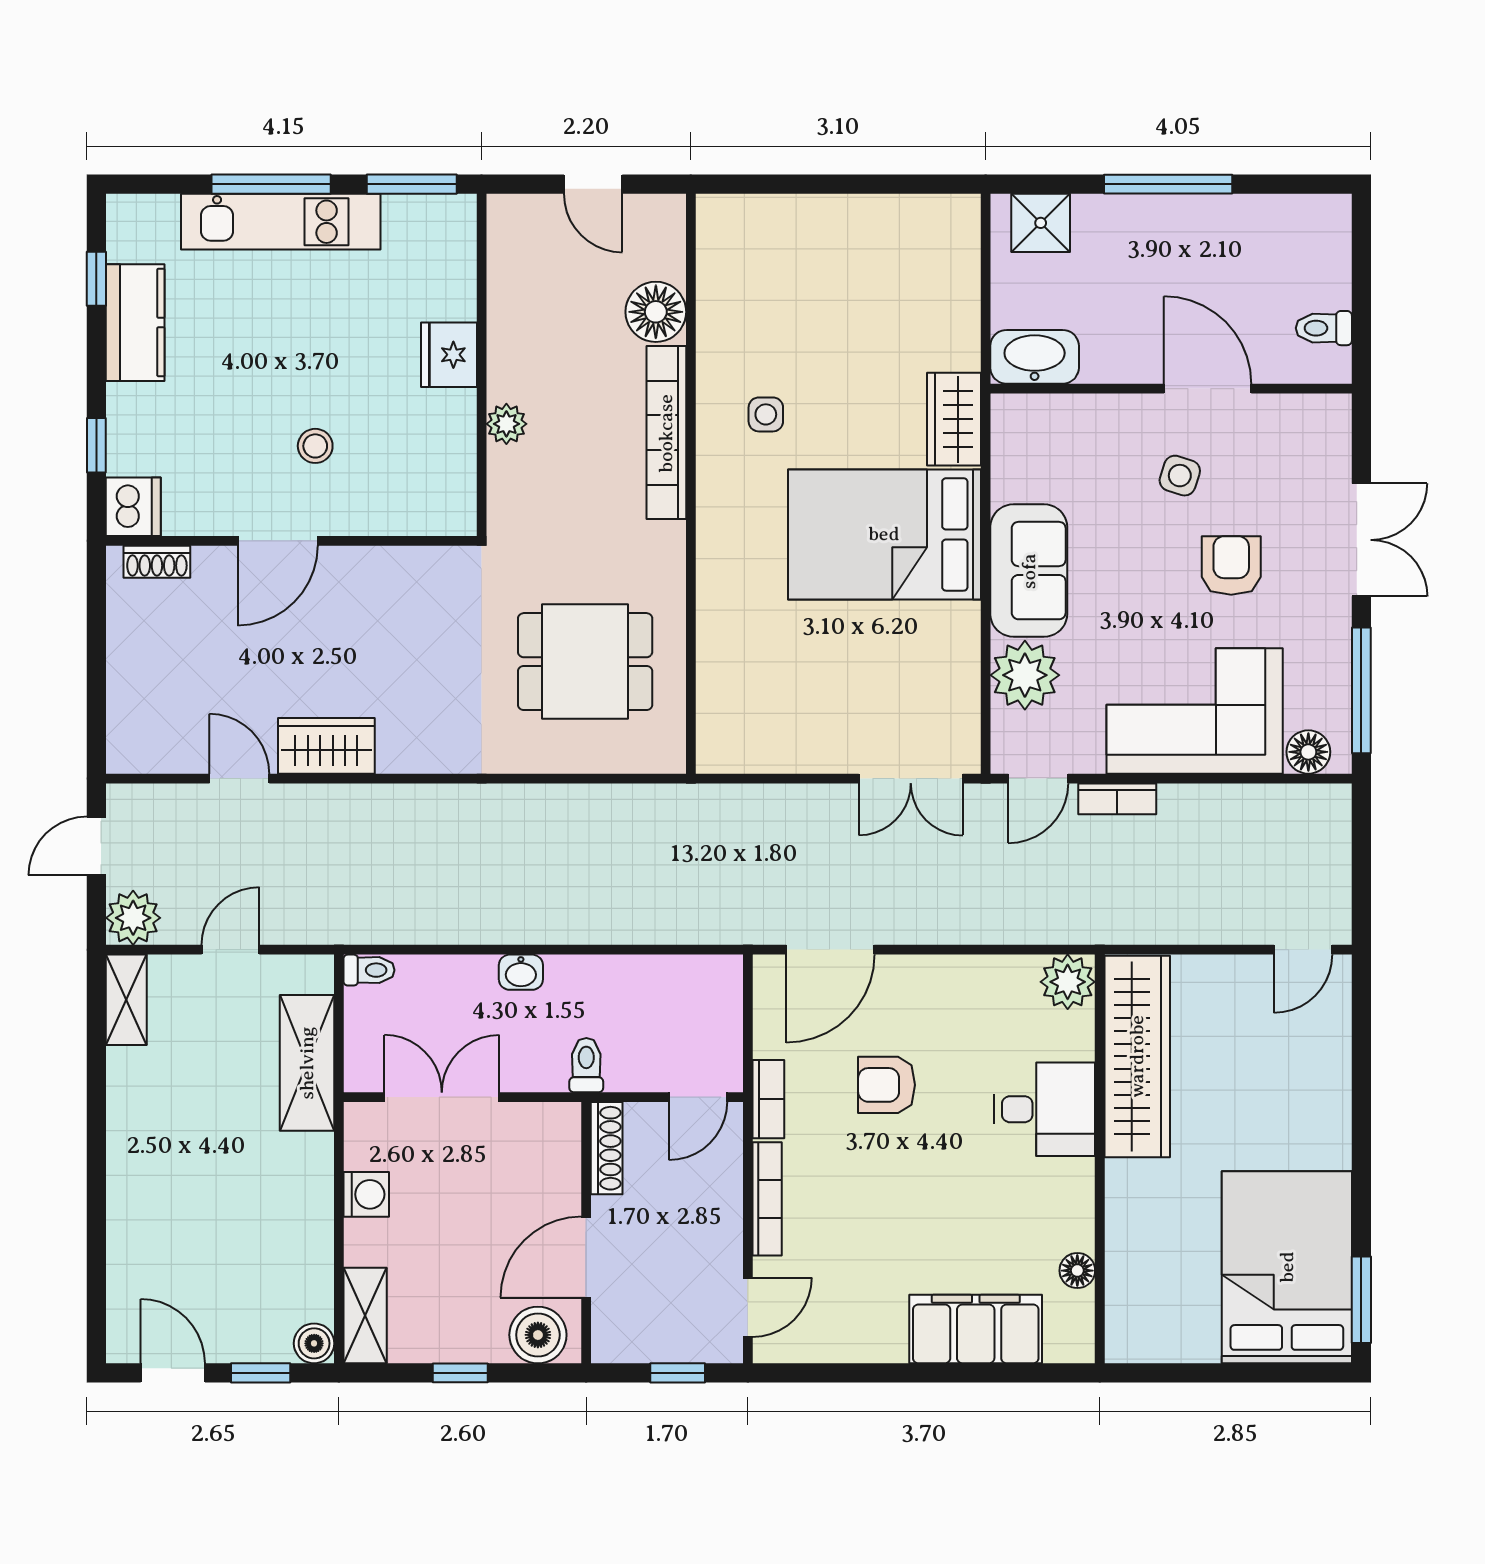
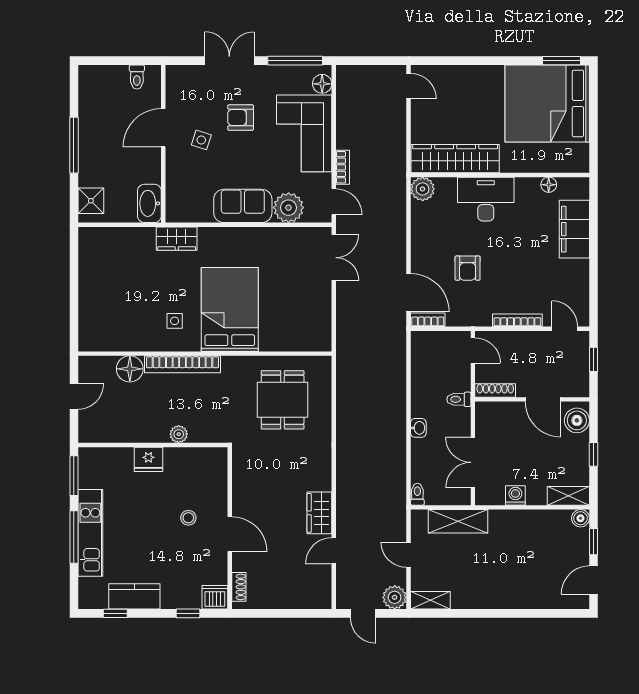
bed: (884, 534) -> (230, 309), moved, turned 180
bookcase: (768, 1099) -> (428, 320), moved
desk: (1045, 1109) -> (486, 199), width x1.37
bed: (1287, 1267) -> (547, 103), width x1.36

